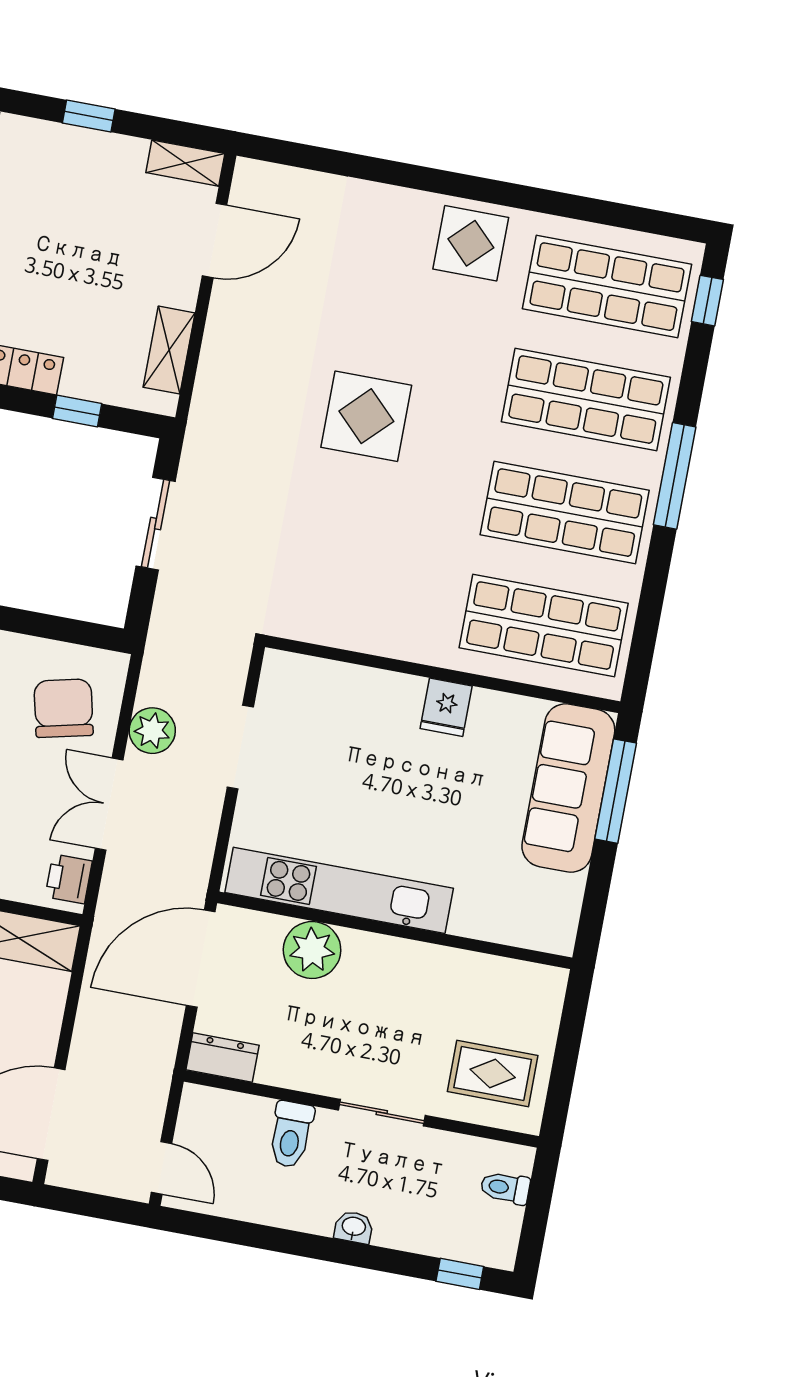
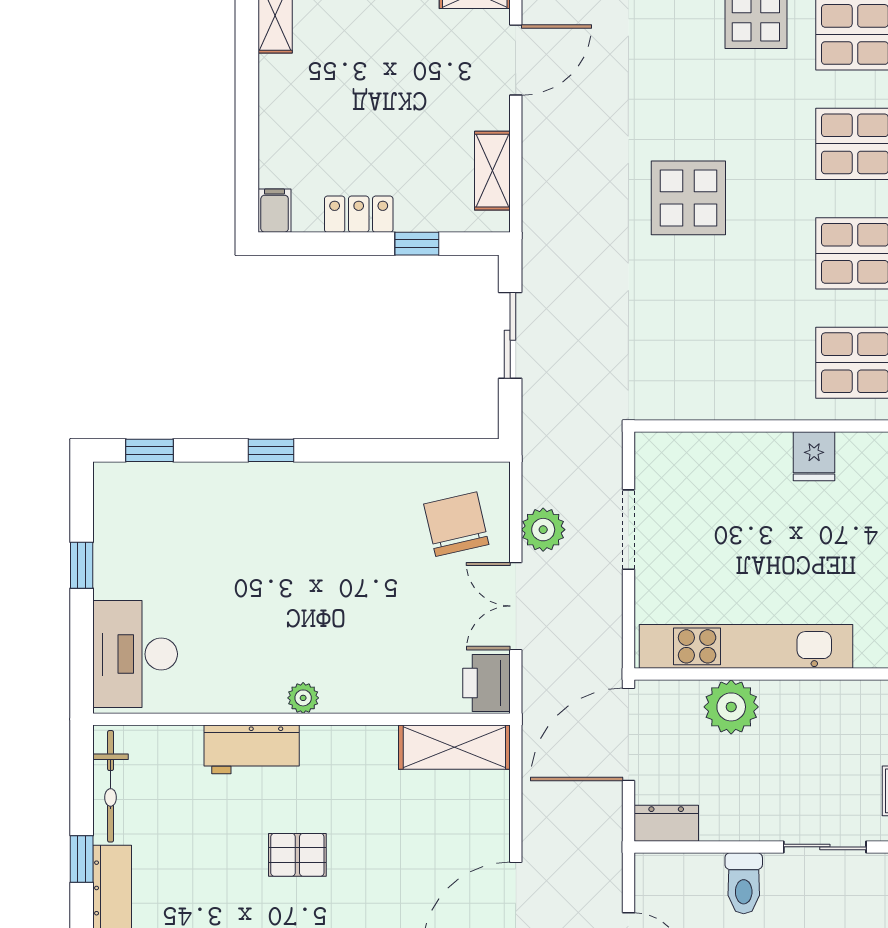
printer: (69, 879) -> (486, 683), width x1.36, depth x1.24

